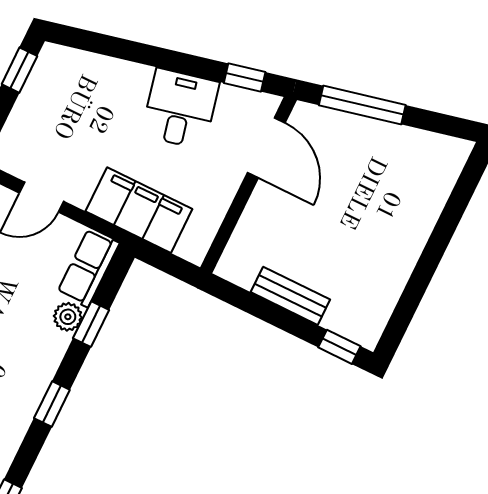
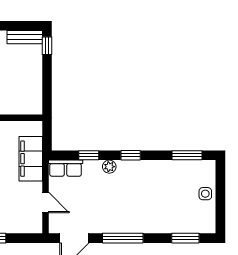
bench: (290, 296) -> (25, 37), moved, turned 90
plant: (68, 317) -> (109, 167), moved

